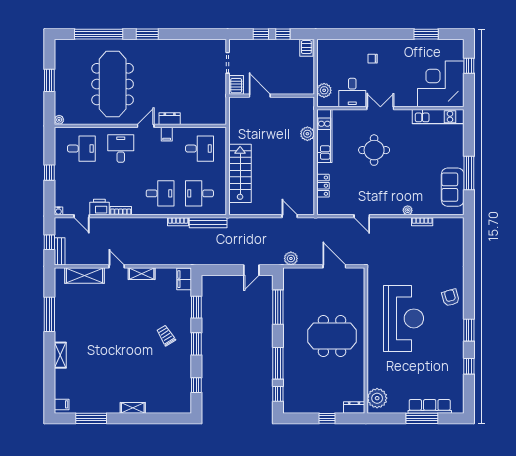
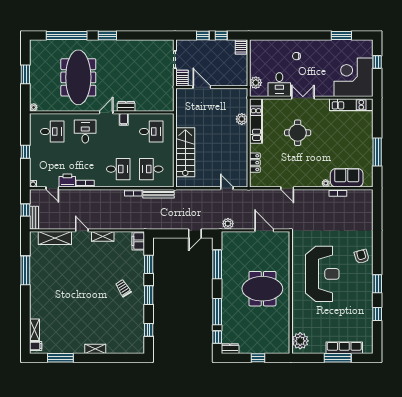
sofa: (453, 187) -> (347, 178), moved, turned 90
shelving: (60, 355) -> (34, 330), moved
dresser: (354, 407) -> (230, 349), moved

